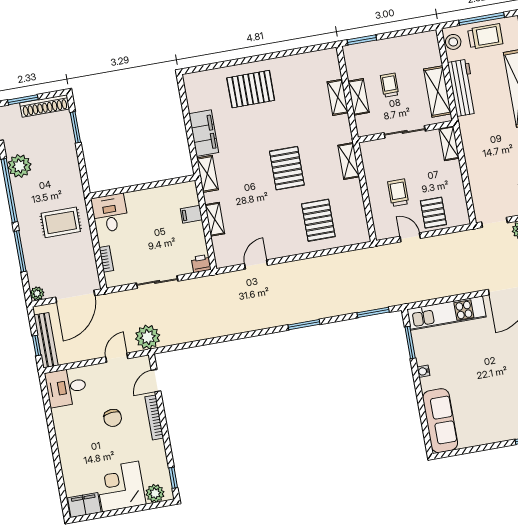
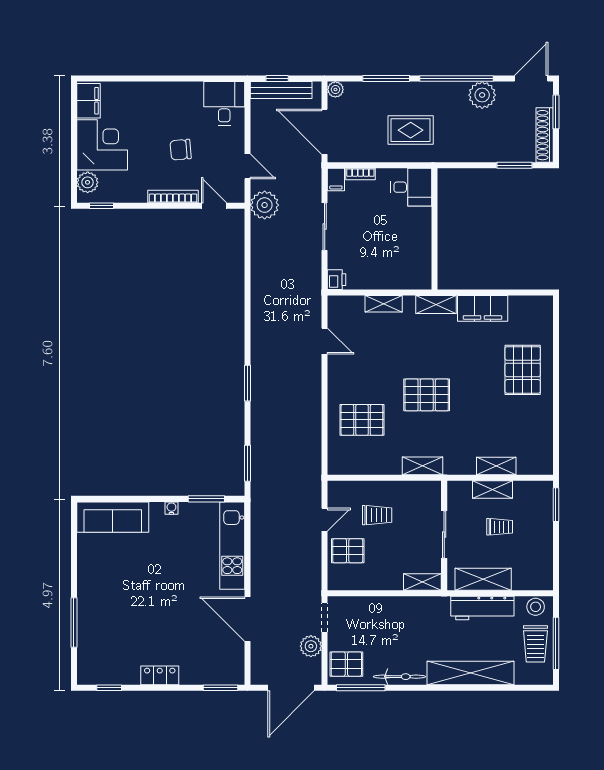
filing cabinet: (191, 214) -> (336, 180), moved, turned 180
rug: (61, 222) -> (411, 130), turned 90

